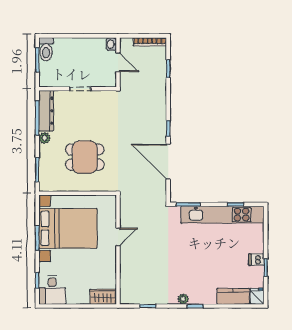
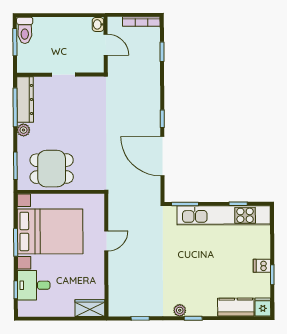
dining table: (85, 157) -> (52, 169), moved
desk: (52, 290) -> (34, 285), moved, turned 90

